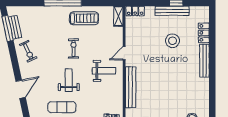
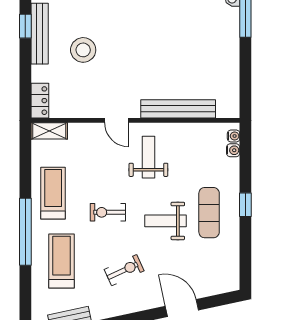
treadmill: (47, 23) -> (61, 261), added
stool: (172, 41) -> (83, 50), moved
exercise bike: (28, 51) -> (124, 270), moved
exercise mat: (62, 107) -> (209, 213), moved

